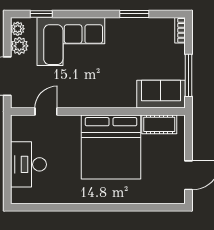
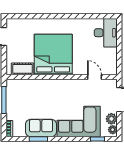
sofa: (161, 94) -> (41, 128), moved, turned 180
door: (46, 112) -> (95, 77), swing flipped
desk: (28, 164) -> (106, 33), moved

